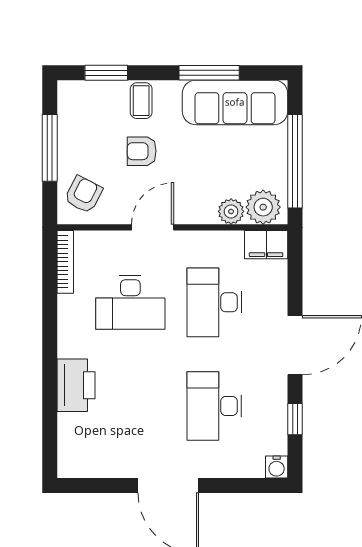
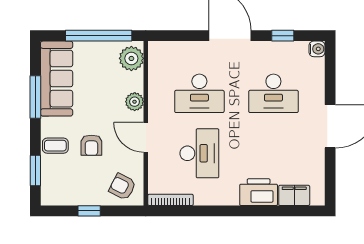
window: (50, 148) -> (89, 211), width x0.46
plant: (231, 211) -> (135, 102), moved
filing cabinet: (266, 245) -> (294, 195), moved, turned -90

